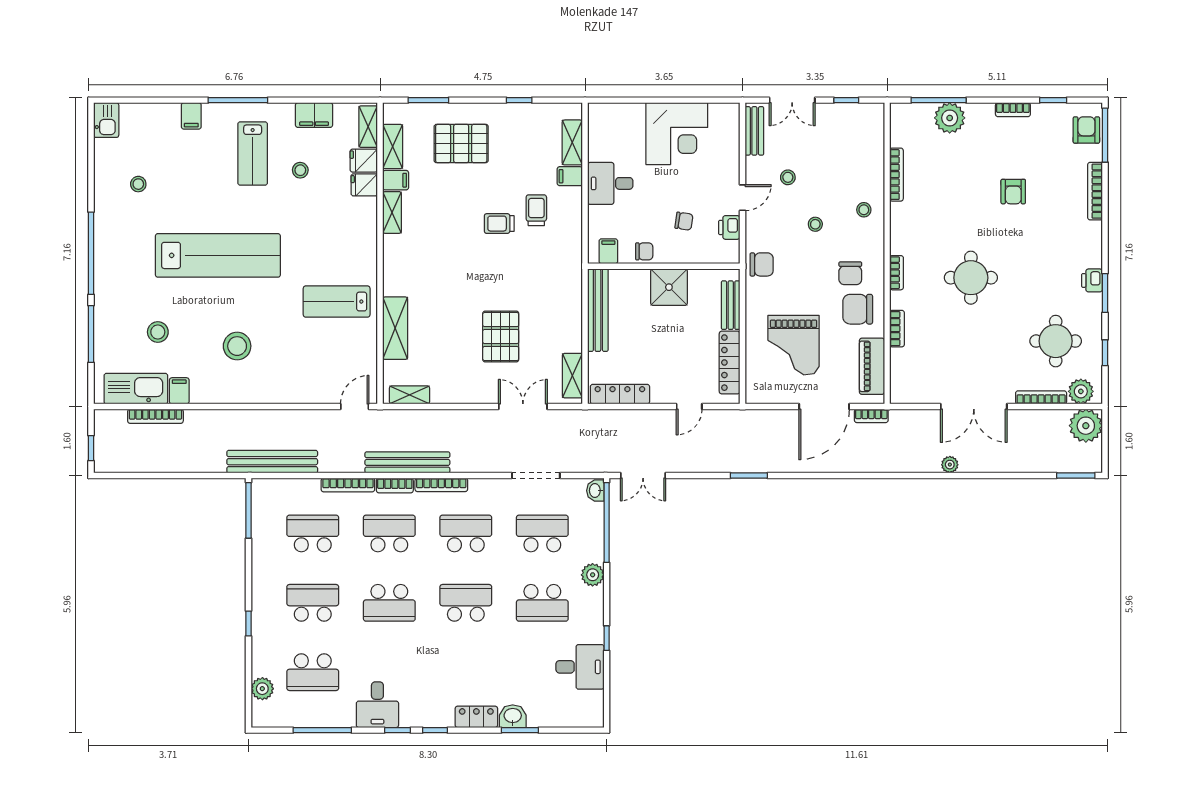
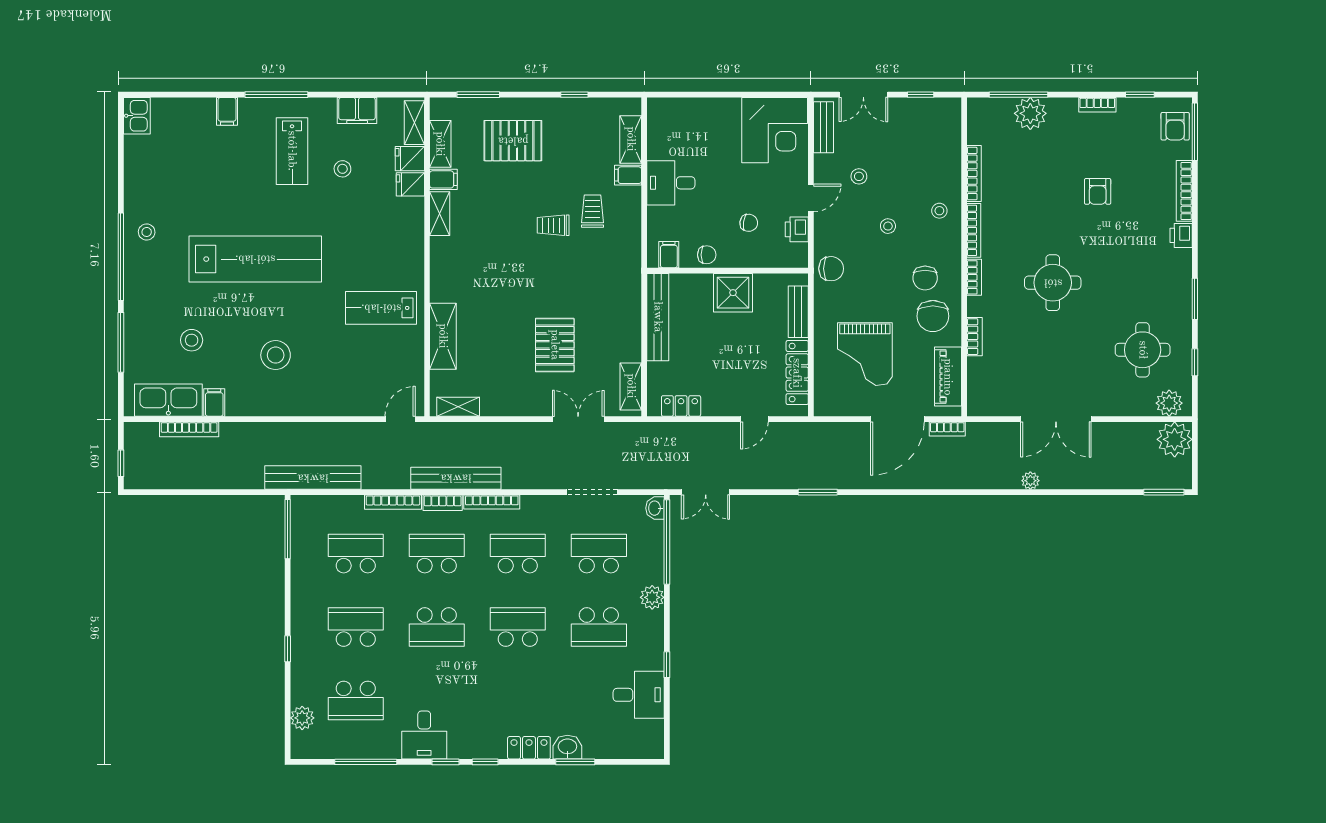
armchair: (1086, 130) -> (1175, 126), turned 180
corner desk: (677, 134) -> (775, 130), moved
stool: (138, 184) -> (147, 232), moved
printer: (1092, 280) -> (1181, 235), moved
chair: (858, 309) -> (933, 316), turned -90
locker: (620, 394) -> (681, 406), width x0.66
bookcase: (1041, 397) -> (974, 230), moved, turned 90

